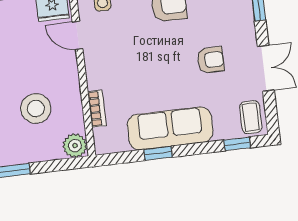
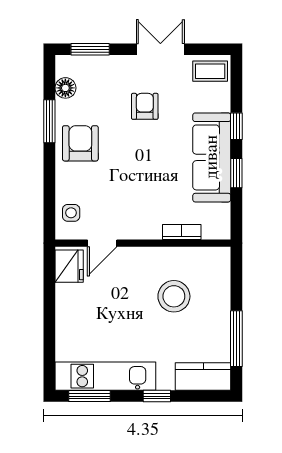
window: (237, 144) -> (236, 126), moved
plant: (75, 146) -> (218, 260), removed

